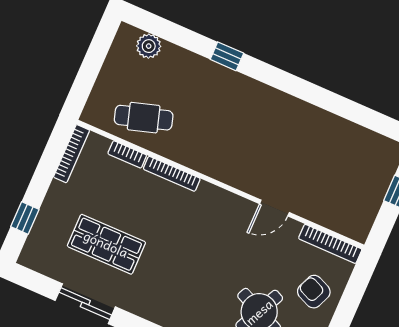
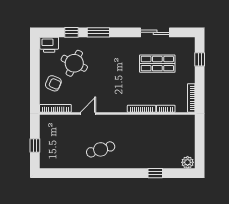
plant: (149, 46) -> (188, 162), moved
window: (227, 56) -> (155, 173), moved
cafe table: (144, 118) -> (101, 149), moved

